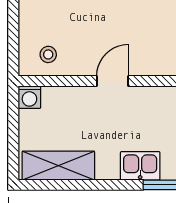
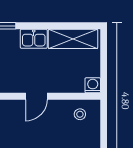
kitchen sink: (140, 166) -> (34, 39), moved

